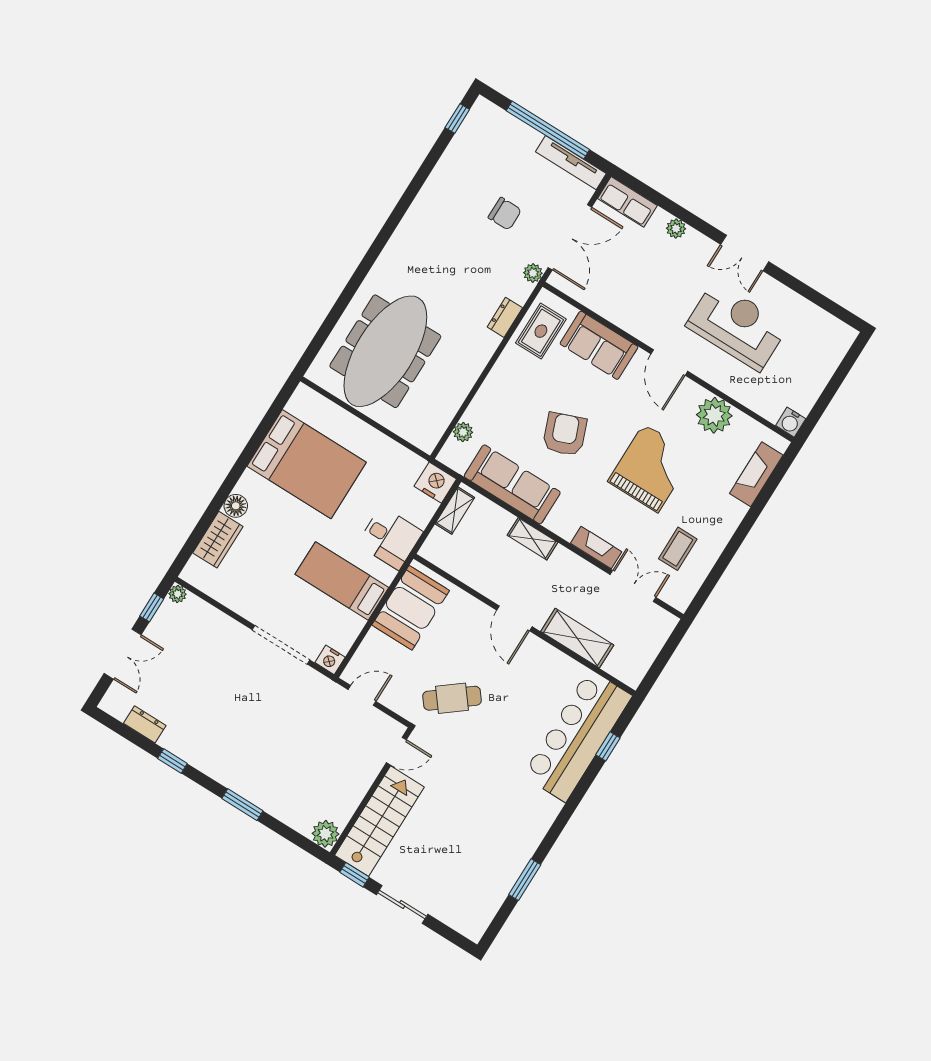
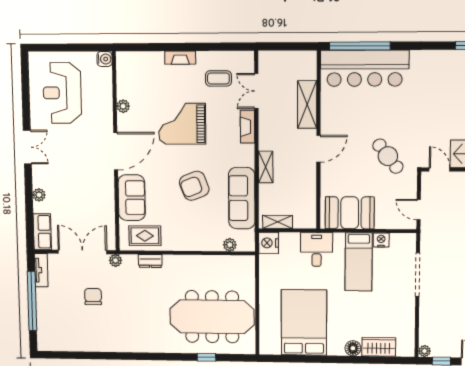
window: (457, 119) -> (206, 357), moved
tv unit: (571, 163) -> (41, 270), width x0.71
reception desk: (737, 326) -> (62, 93), moved
door: (669, 363) -> (116, 151), width x1.36
plant: (714, 415) -> (123, 106), width x0.53, depth x0.53
fireplace: (756, 474) -> (180, 58), moved, width x0.73, depth x0.76
nightstand: (330, 660) -> (381, 240), moved, turned -90
window: (608, 746) -> (360, 46), width x3.17

